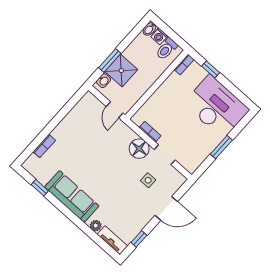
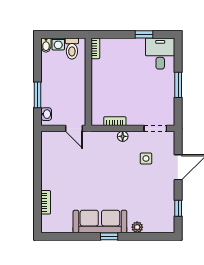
window: (211, 69) -> (144, 34), moved
shower: (121, 71) -> (53, 95), removed
desk: (216, 107) -> (160, 53), width x0.53, depth x0.77
floor lamp: (139, 149) -> (123, 136), width x0.53, depth x0.53
doorway: (165, 155) -> (155, 128), moved
window: (40, 188) -> (109, 236), moved
tv unit: (112, 240) -> (159, 227), removed

